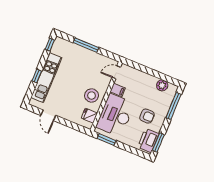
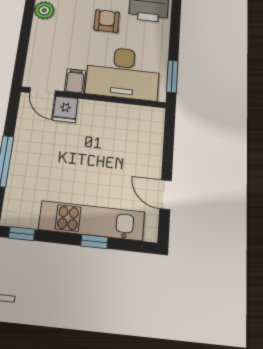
stool: (92, 95) -> (100, 124), removed
door: (48, 115) -> (166, 195), swing flipped
fridge: (89, 116) -> (65, 109), moved

